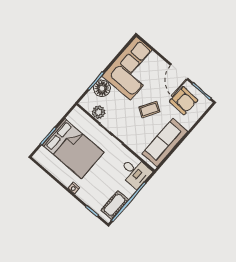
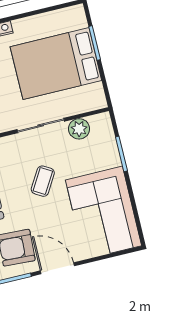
floor lamp: (102, 88) -> (106, 155), removed
coffee table: (149, 109) -> (43, 181), moved

